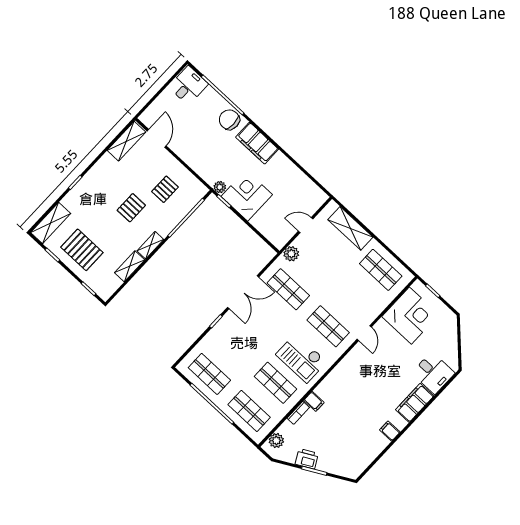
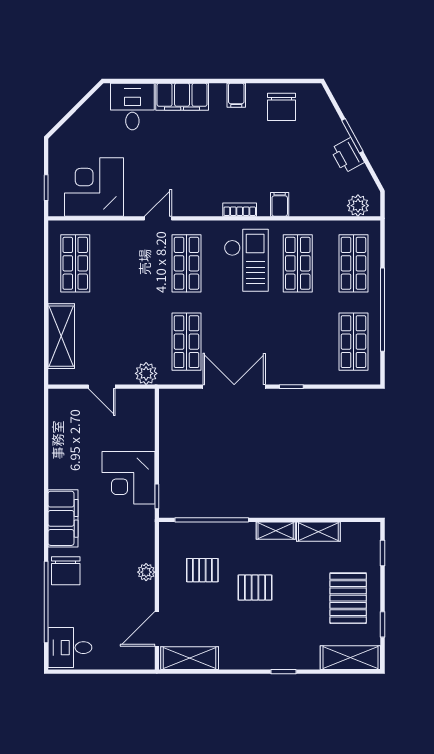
plant: (220, 187) -> (146, 572), moved
bookcase: (298, 413) -> (240, 210), moved
chair: (362, 448) -> (281, 107), added

